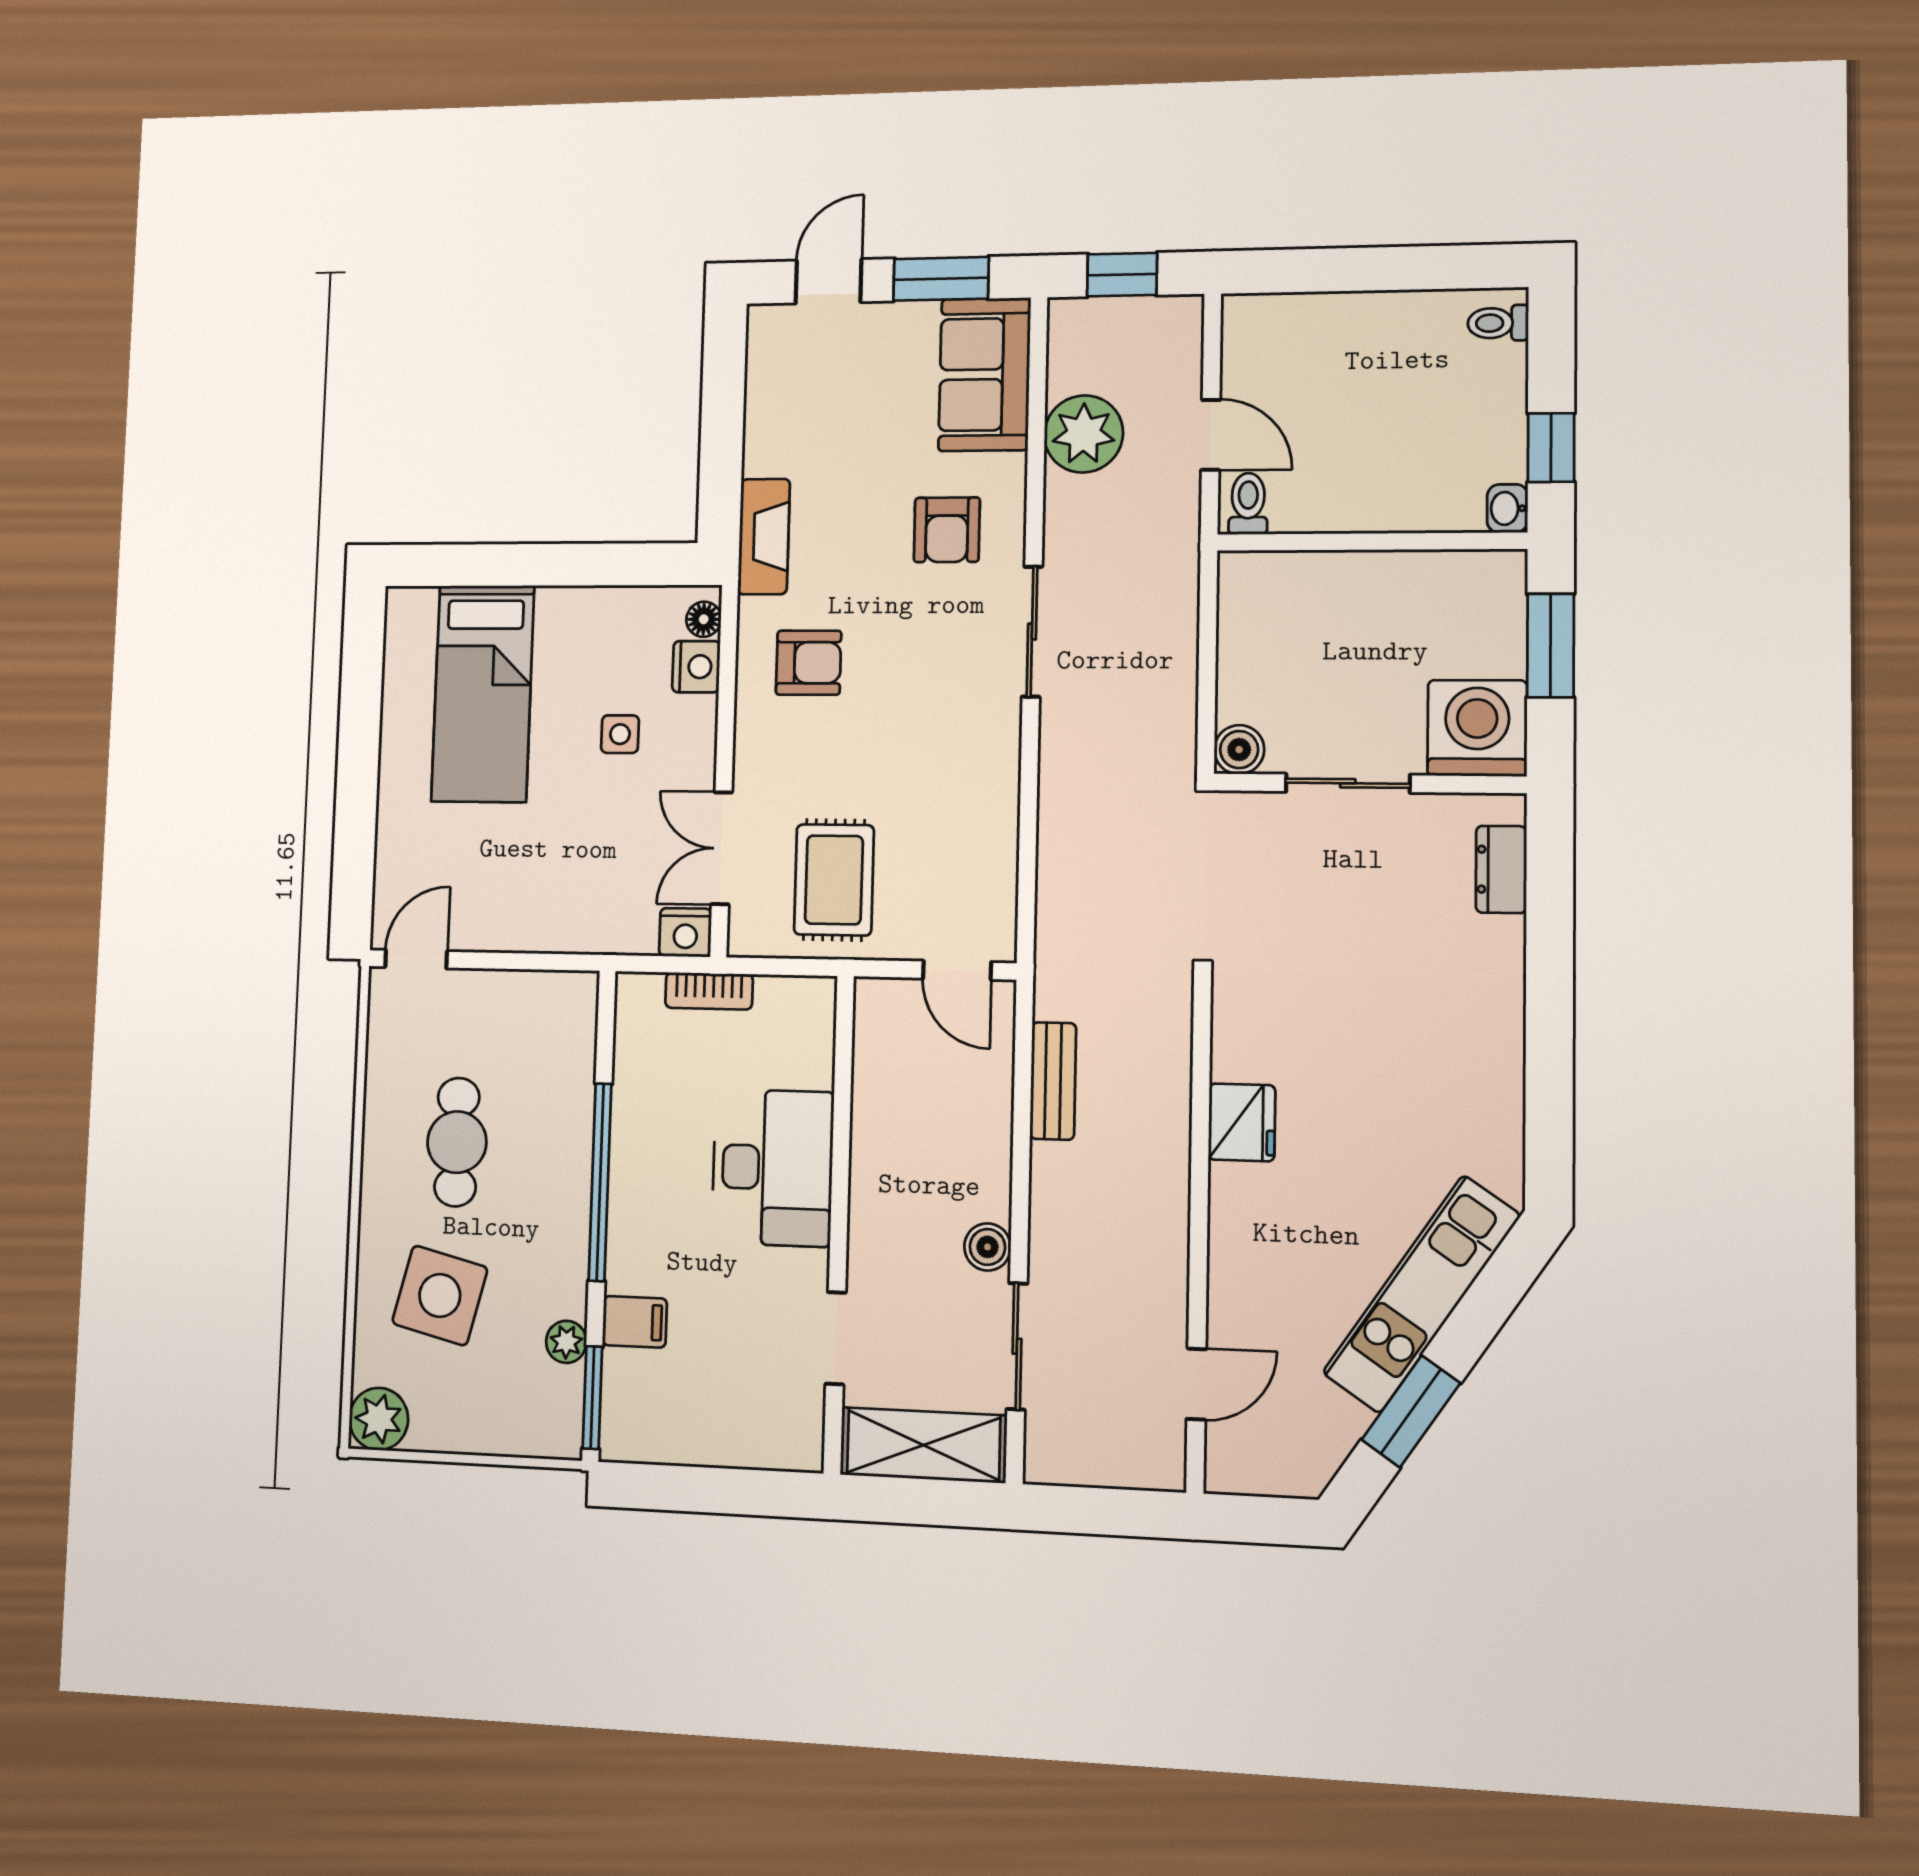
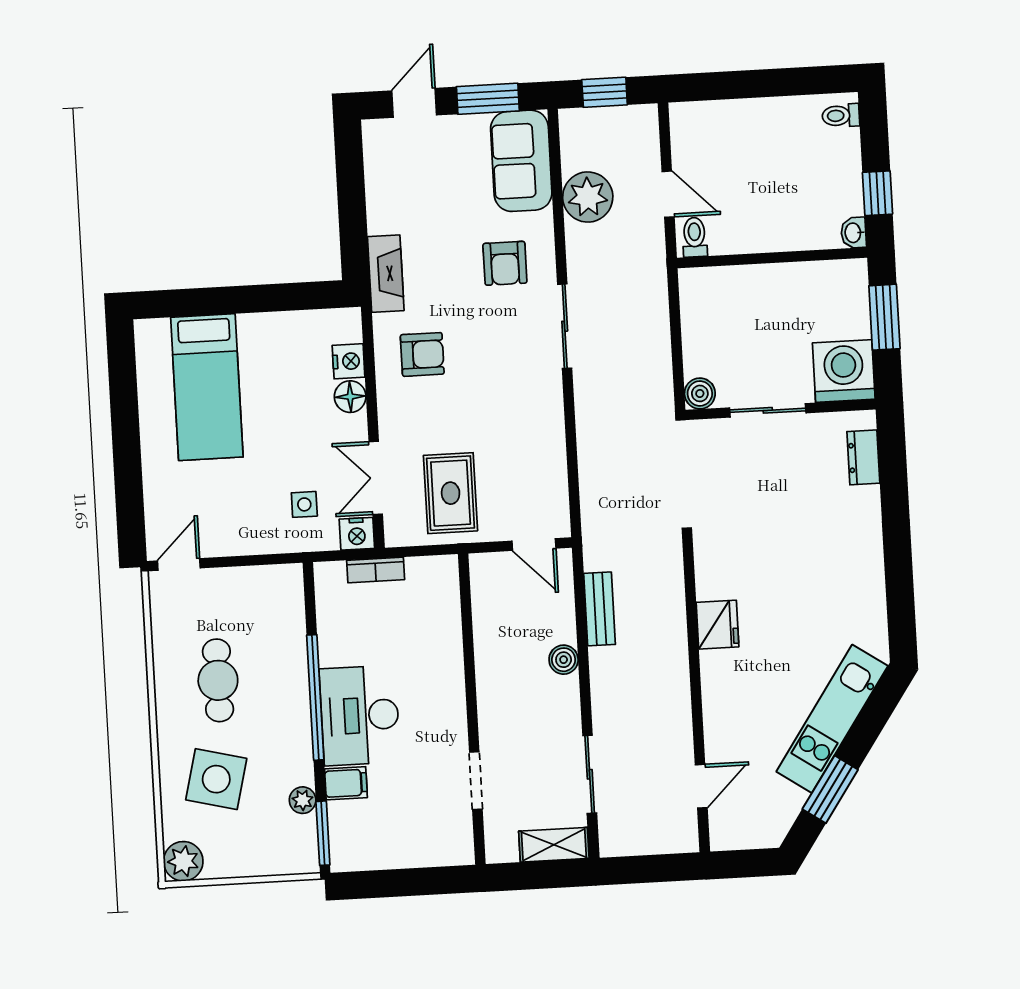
floor lamp: (704, 619) -> (350, 397), moved, width x1.37, depth x1.37
side table: (620, 734) -> (304, 504), moved
desk: (773, 1168) -> (360, 715), moved, turned 180
boiler: (987, 1247) -> (564, 660), moved
shelving: (924, 1445) -> (554, 845), width x0.67, depth x0.75

